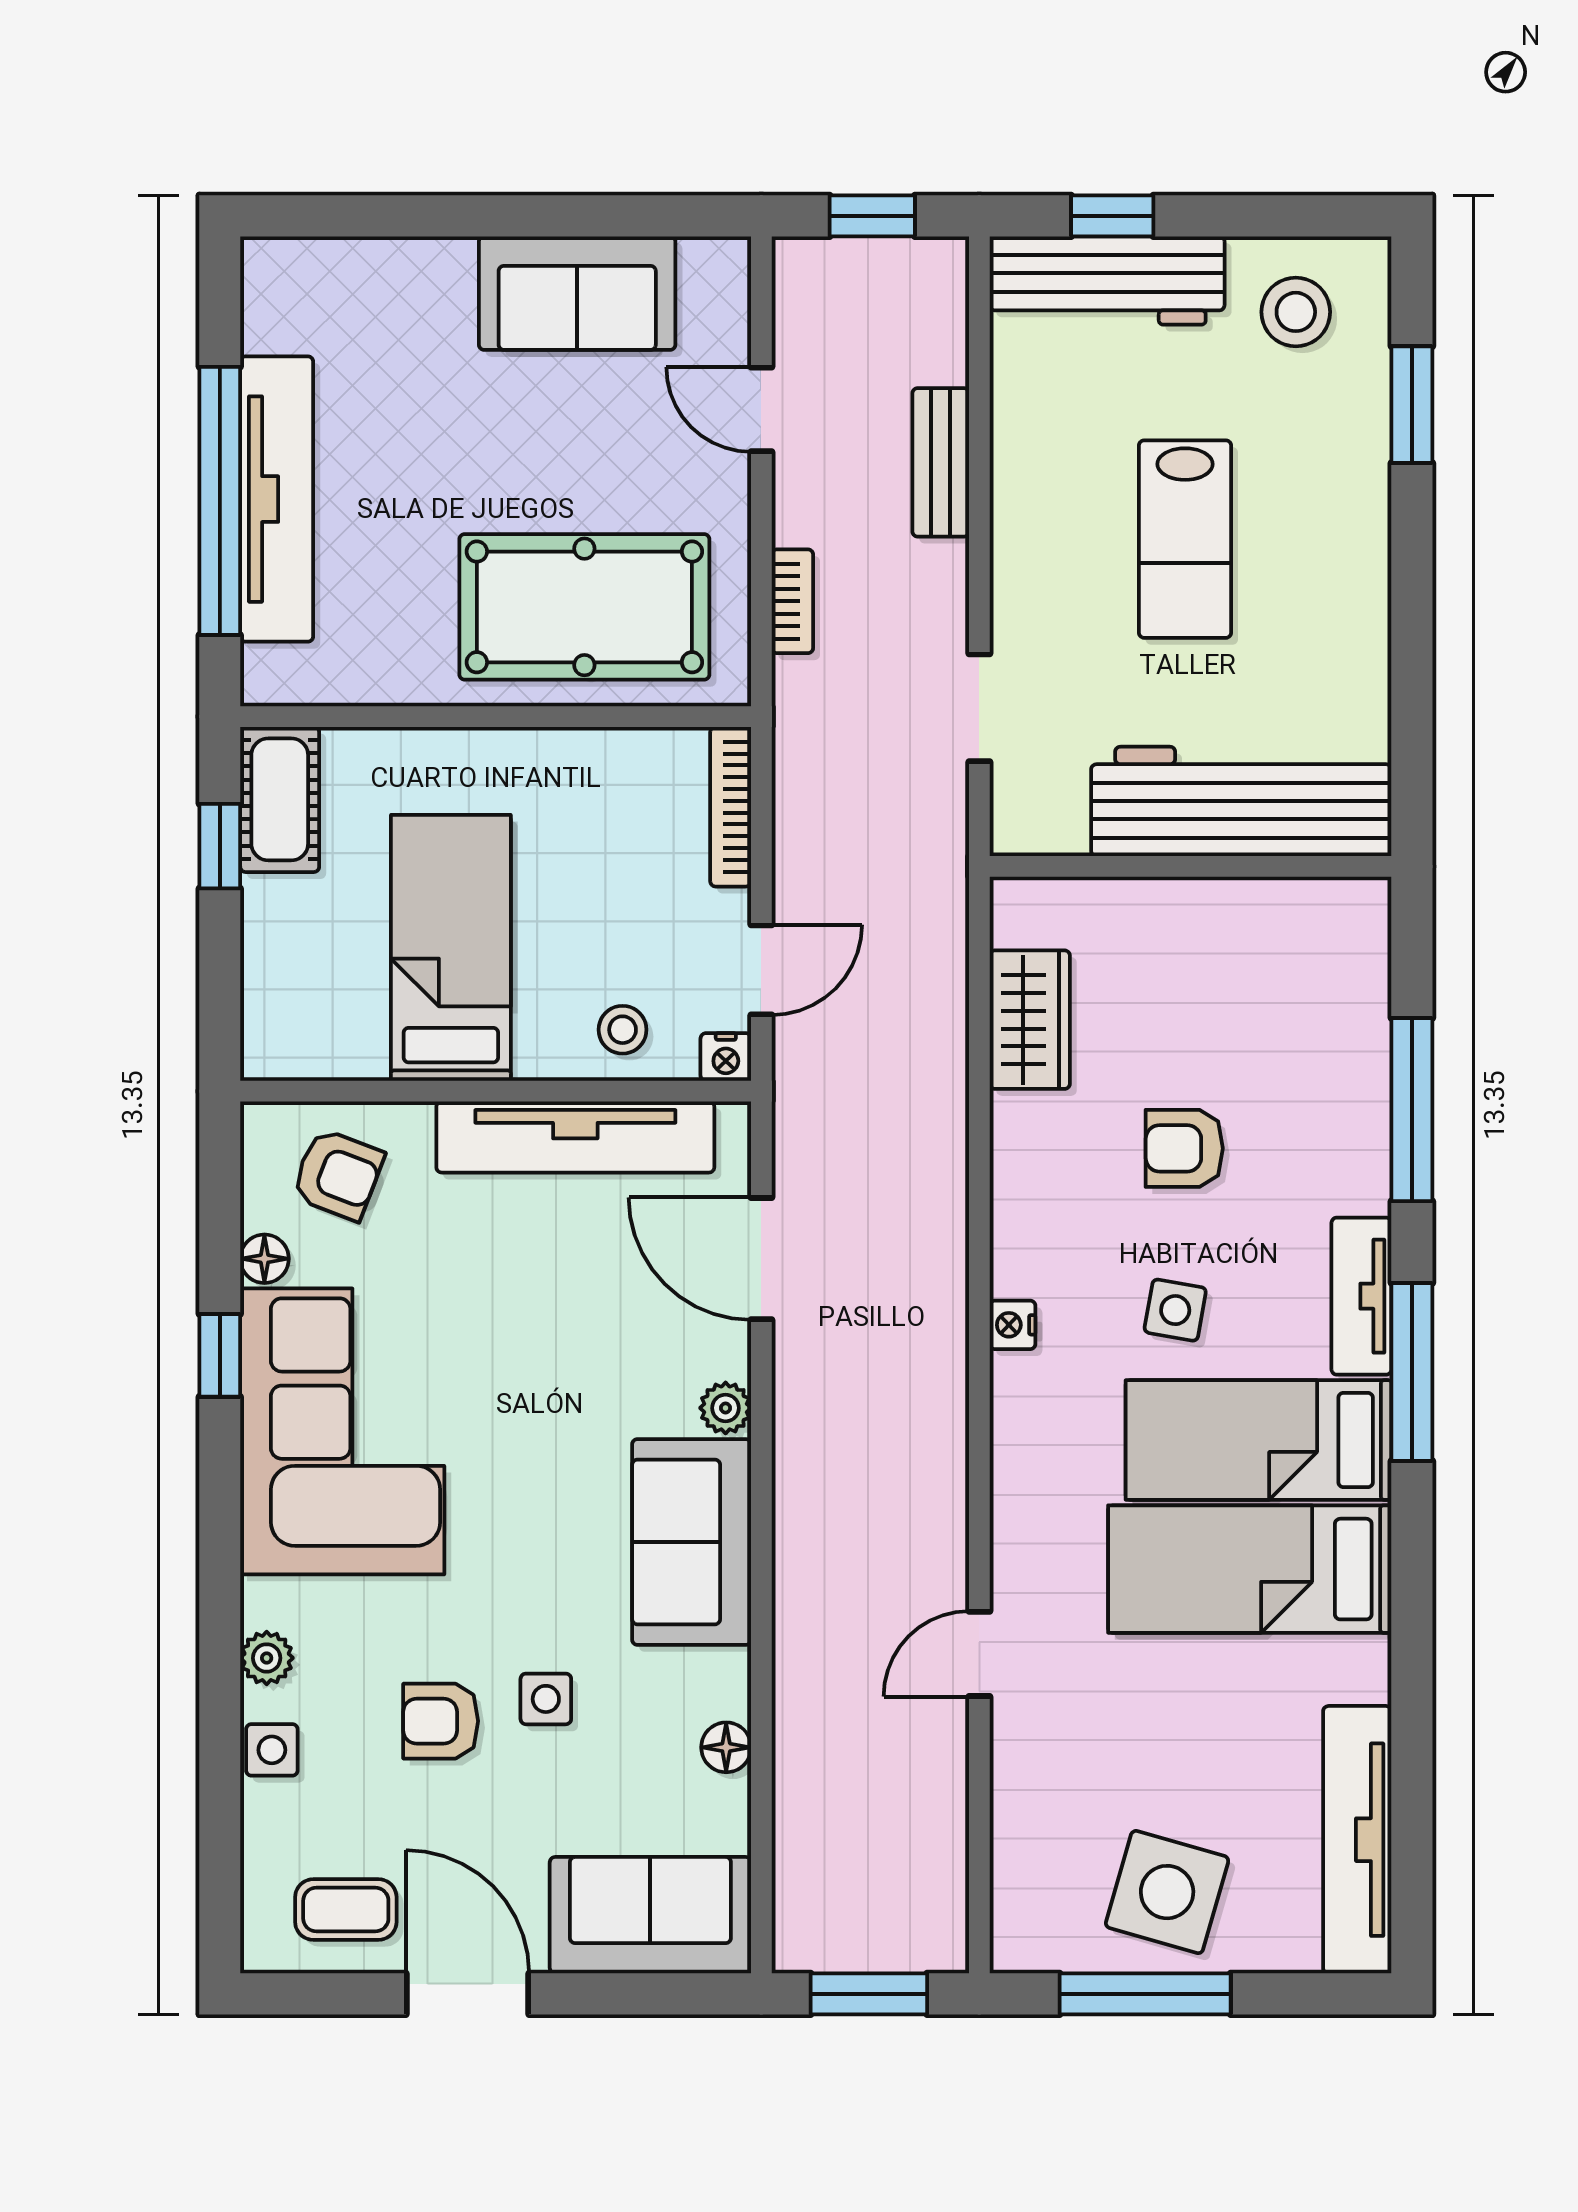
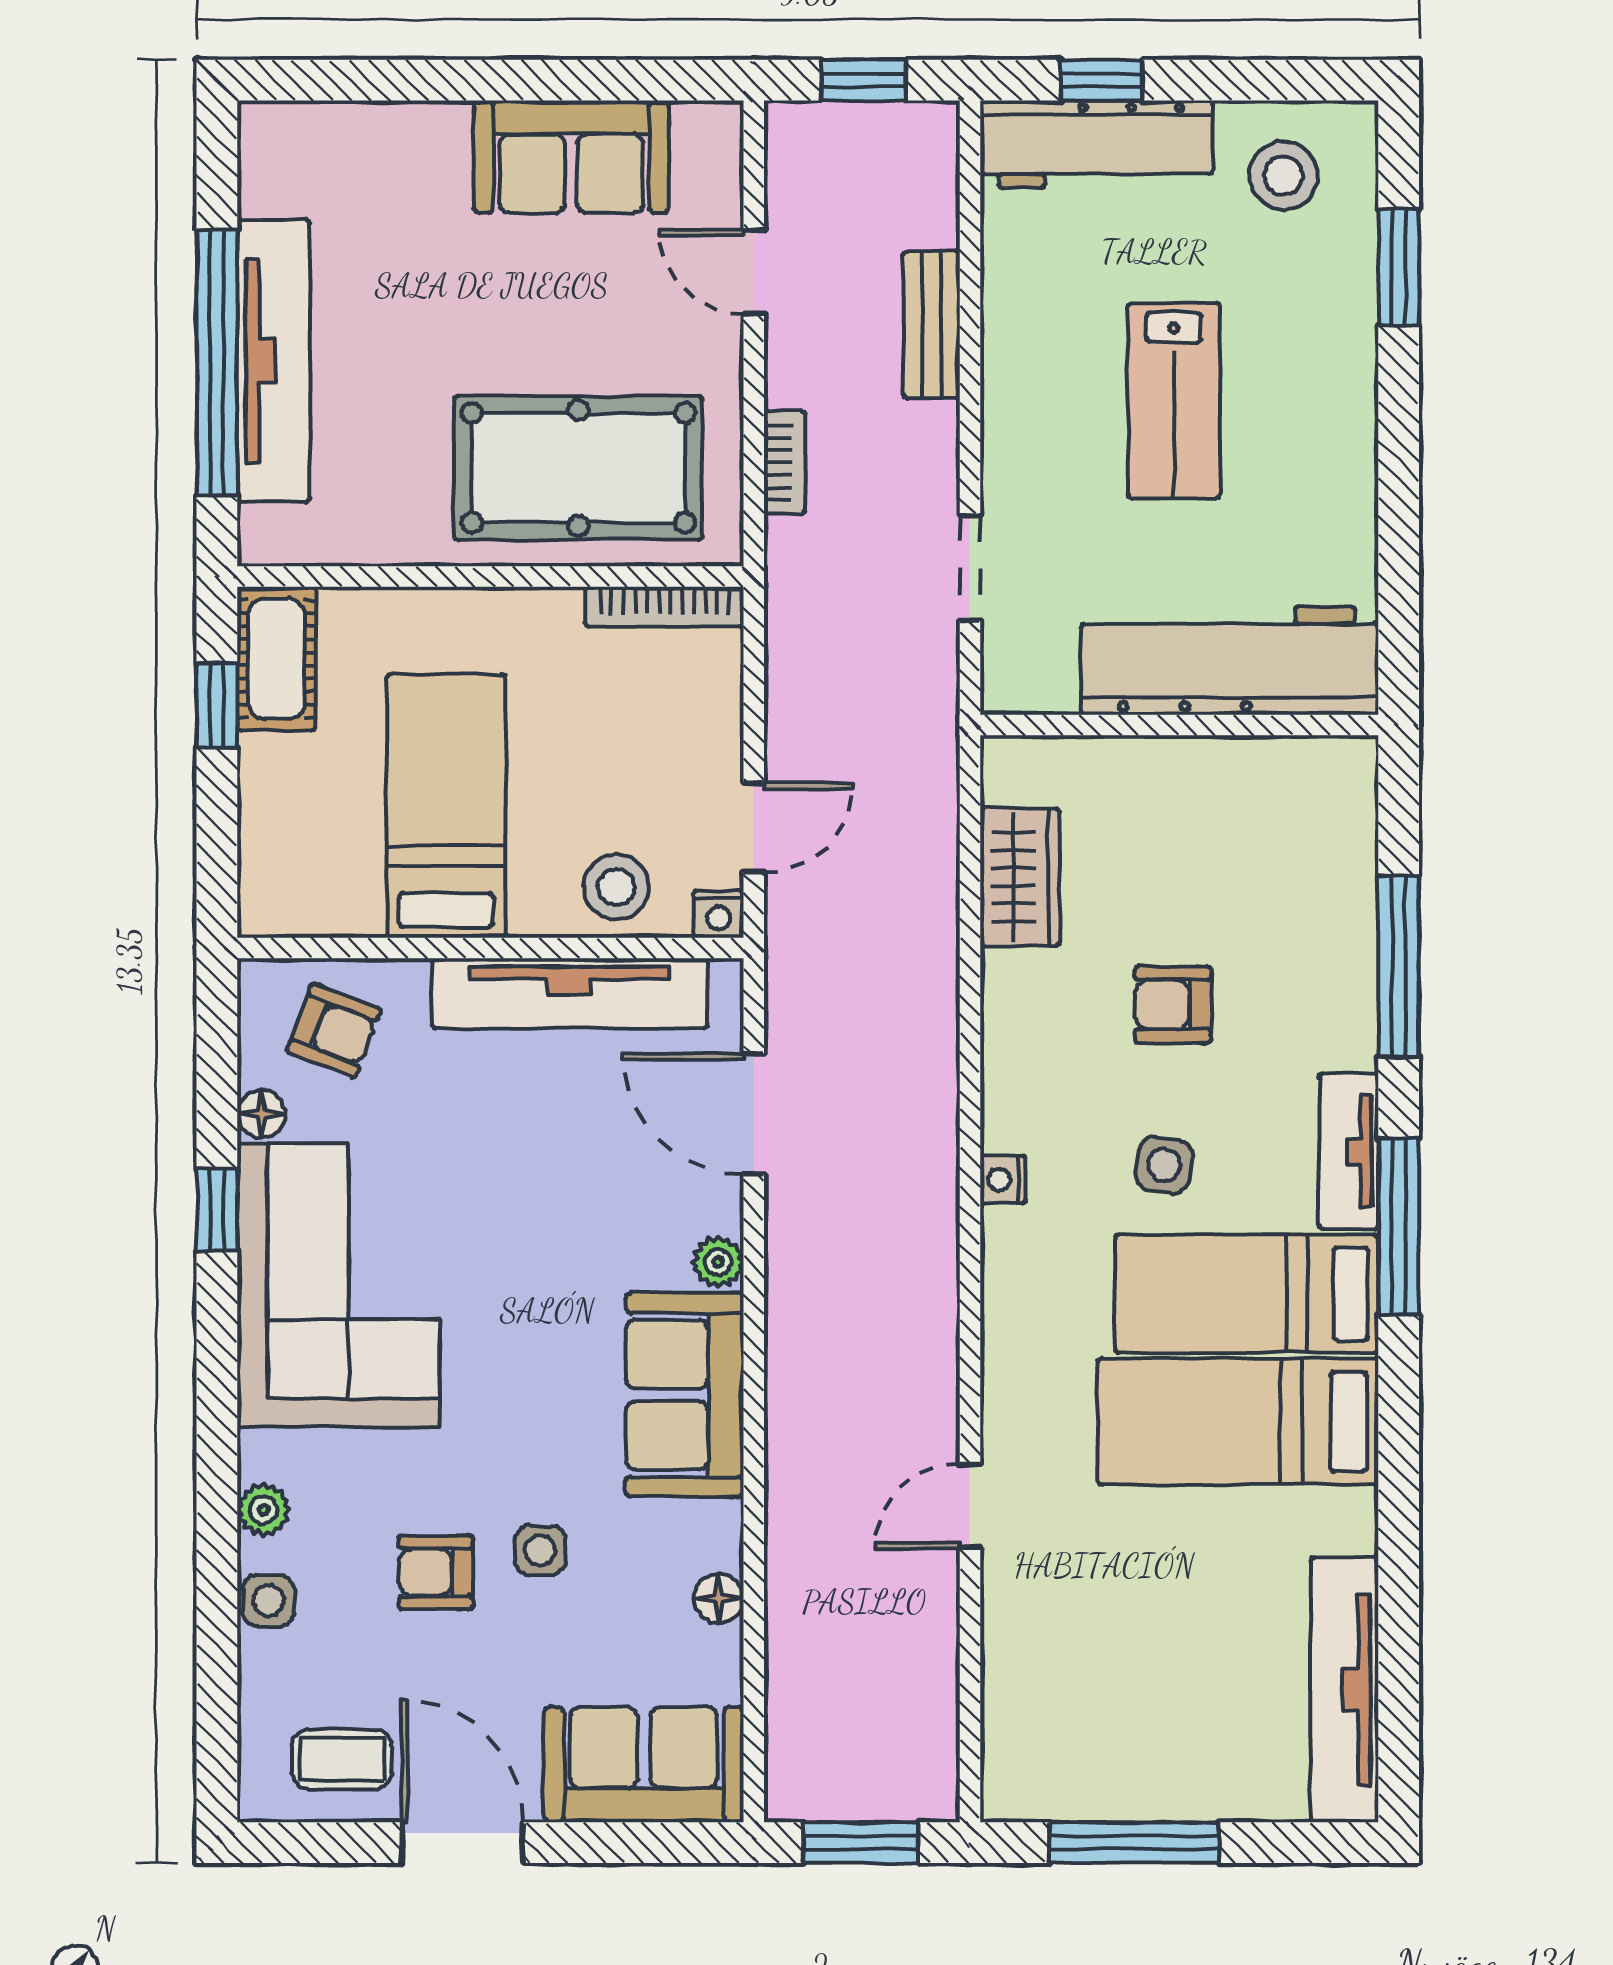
bookcase: (731, 807) -> (664, 607), moved, turned -90
stool: (623, 1030) -> (616, 887), width x1.37, depth x1.37
side table: (1167, 1892) -> (1156, 1742), removed

